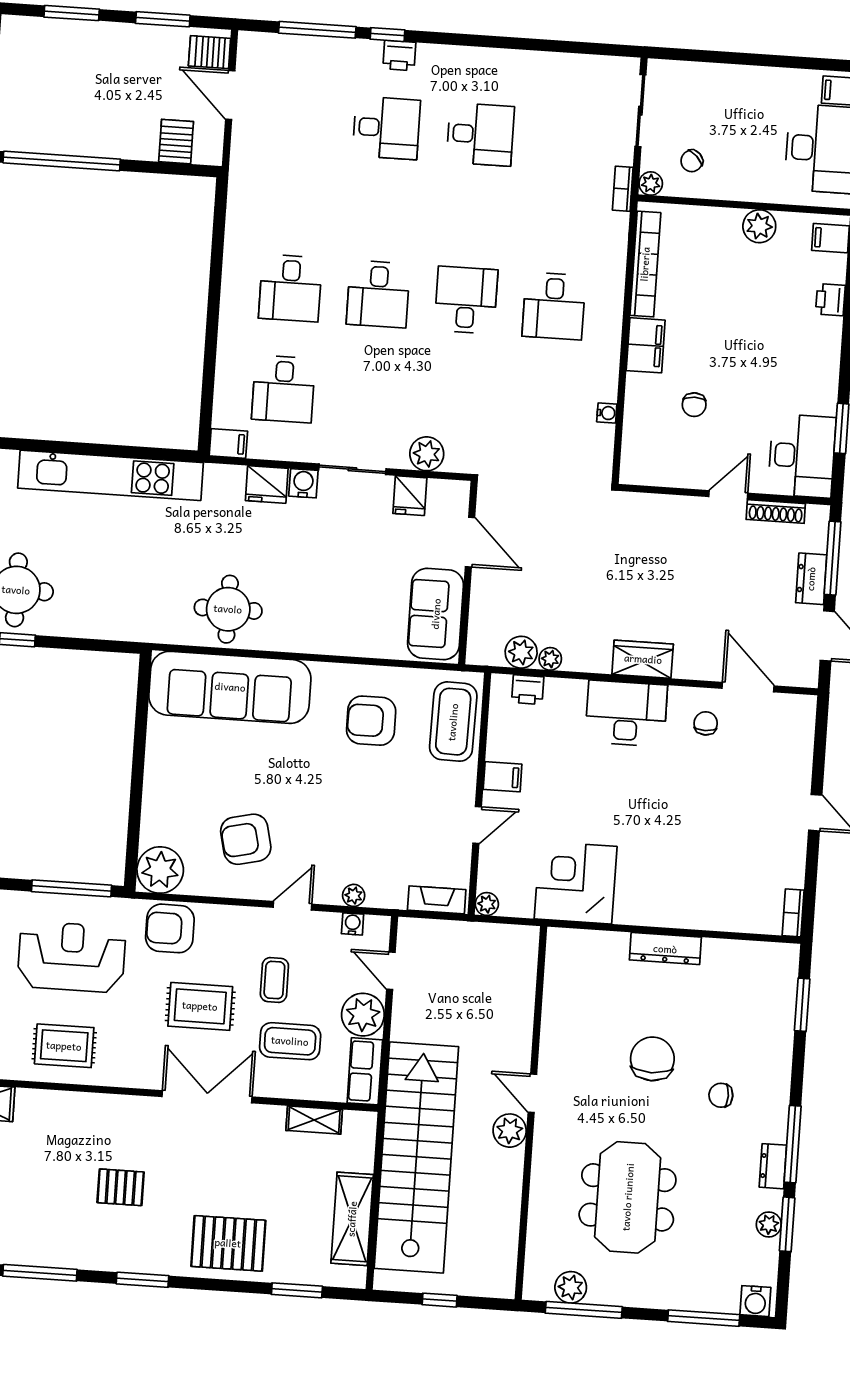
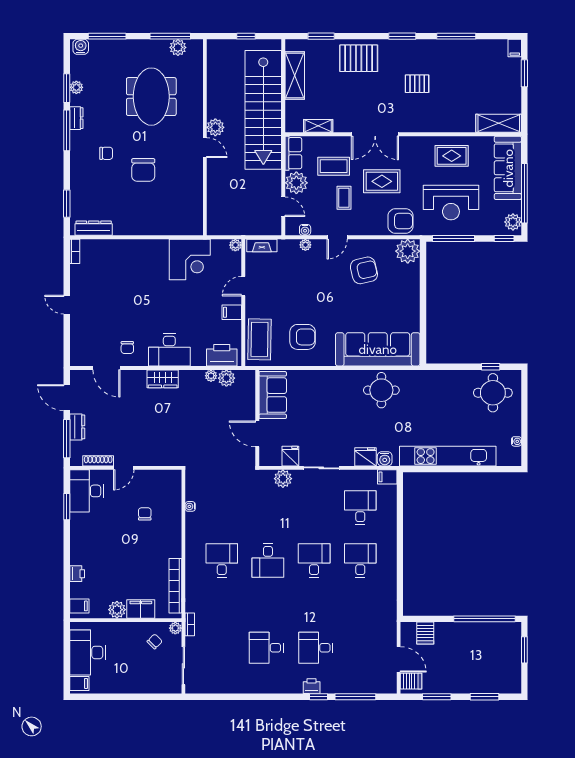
filing cabinet: (646, 345) -> (141, 609), moved, turned 90
water cooler: (303, 483) -> (385, 459), moved
printer: (528, 690) -> (222, 355), width x1.87, depth x1.48
dresser: (665, 949) -> (94, 228), moved

